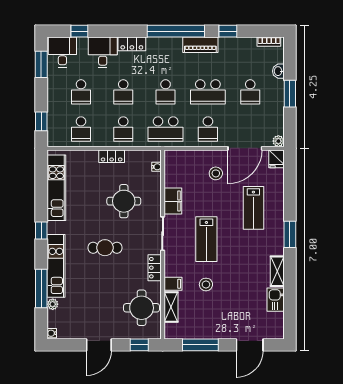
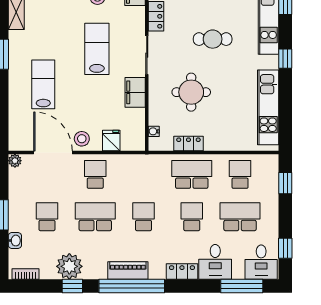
window: (79, 31) -> (242, 286), width x2.17
piano: (200, 45) -> (128, 271), moved
plant: (231, 48) -> (69, 266), added
window: (41, 64) -> (285, 248), width x0.67
school desk: (81, 92) -> (240, 217), width x1.85
school desk: (123, 129) -> (192, 174), width x1.85
school desk: (166, 129) -> (143, 174), removed
door: (245, 148) -> (53, 152), hinge flipped
locker: (112, 156) -> (188, 143), moved
fridge: (277, 159) -> (111, 140), moved
stool: (216, 173) -> (82, 139), moved

